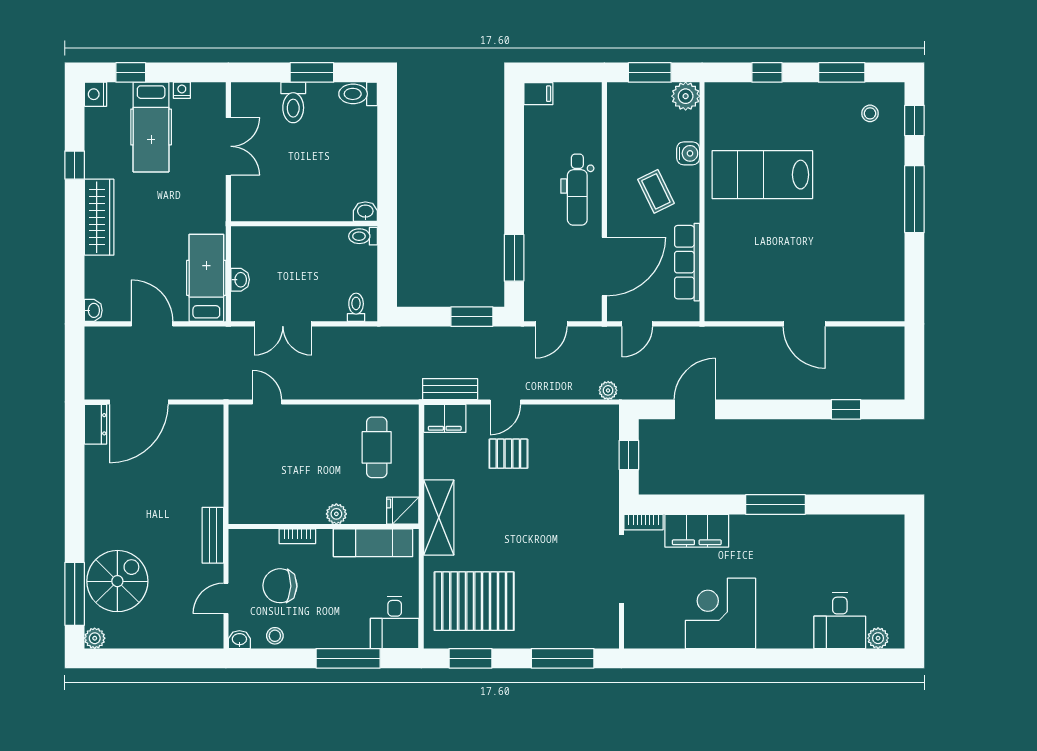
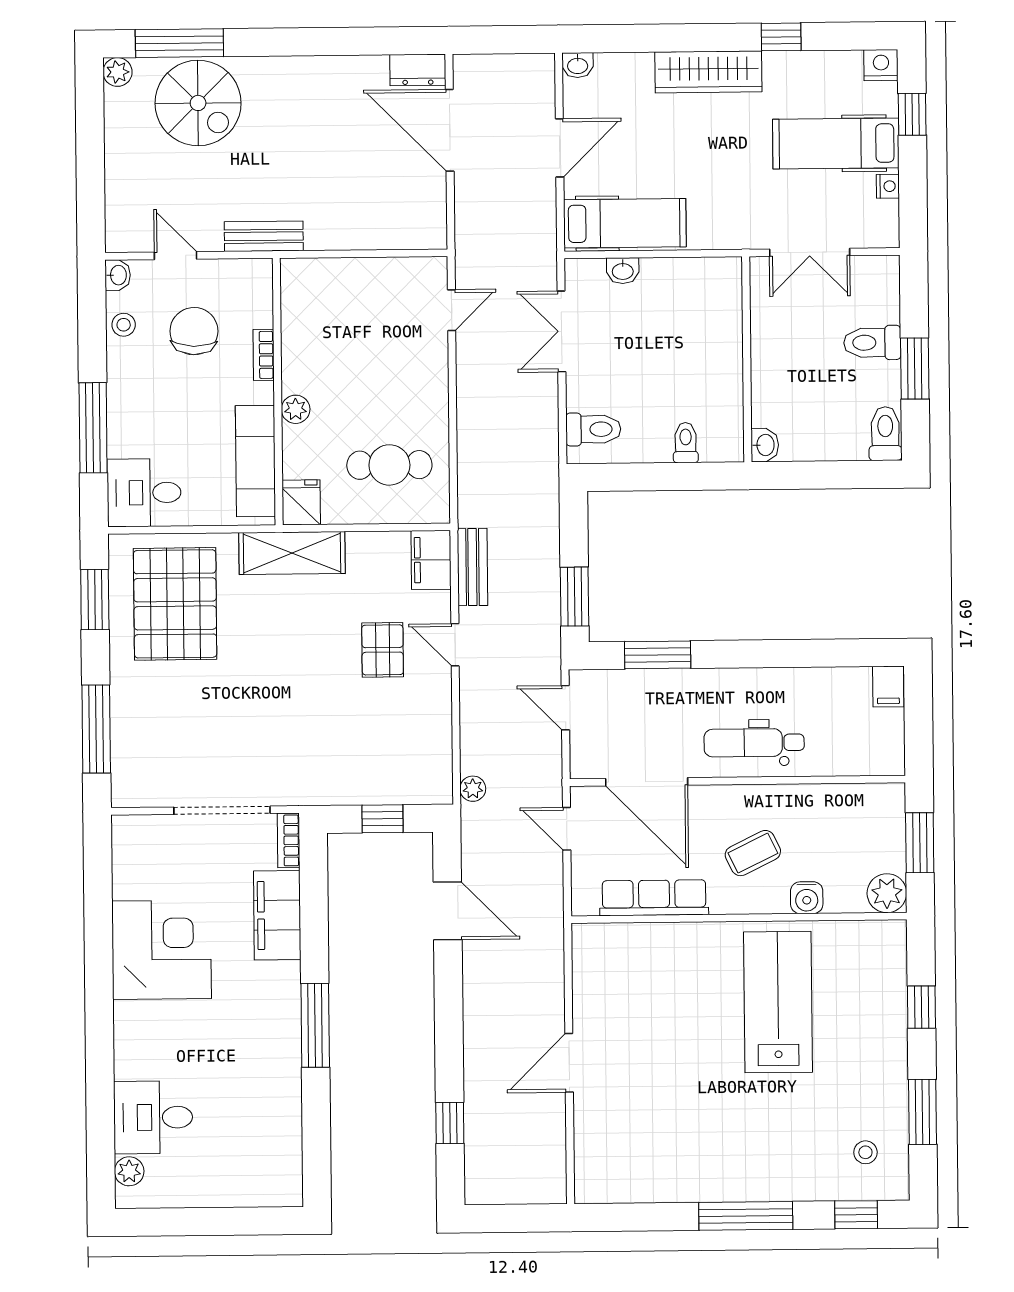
washbasin: (365, 212) -> (765, 445), moved
wall: (304, 224) -> (747, 359), moved
toilet: (356, 307) -> (593, 429), width x1.37, depth x1.39

